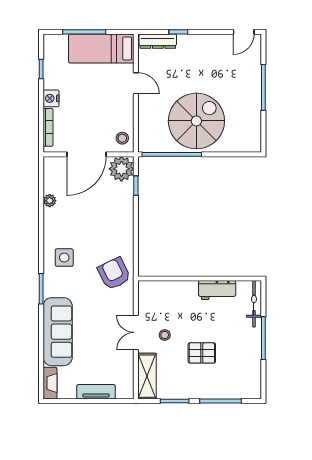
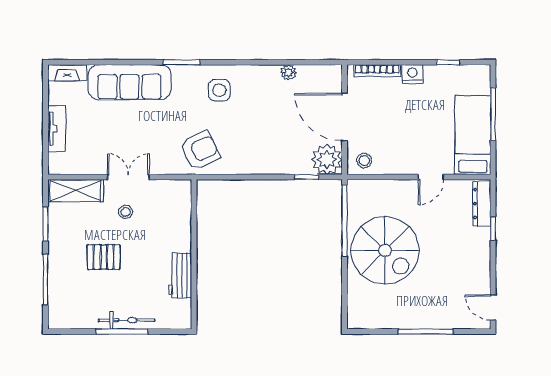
bicycle: (254, 304) -> (127, 320), moved
pallet: (202, 353) -> (104, 257), turned 90

